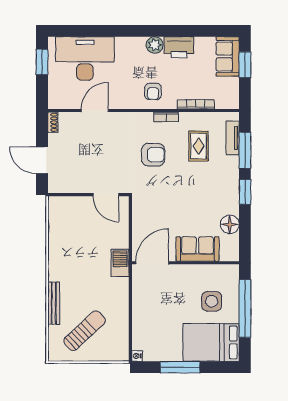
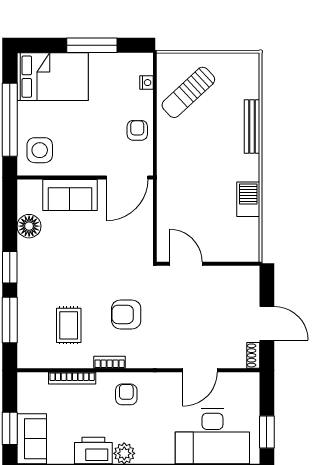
tv unit: (233, 138) -> (25, 336), removed
door: (42, 160) -> (267, 323), moved
barbecue: (120, 263) -> (248, 199), moved, turned 180
armchair: (144, 300) -> (137, 130), added
side table: (212, 301) -> (40, 150), moved
sun lounger: (85, 331) -> (188, 92), moved
nightstand: (137, 356) -> (147, 83), moved

